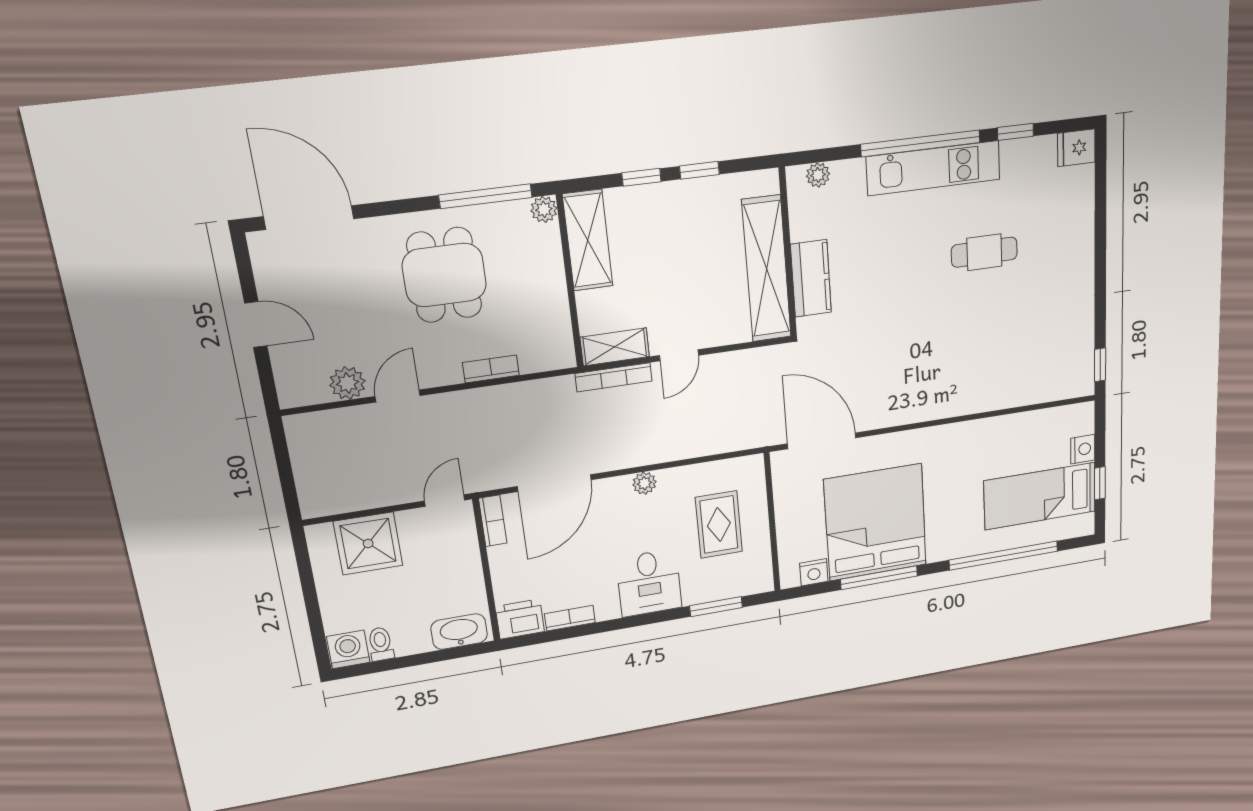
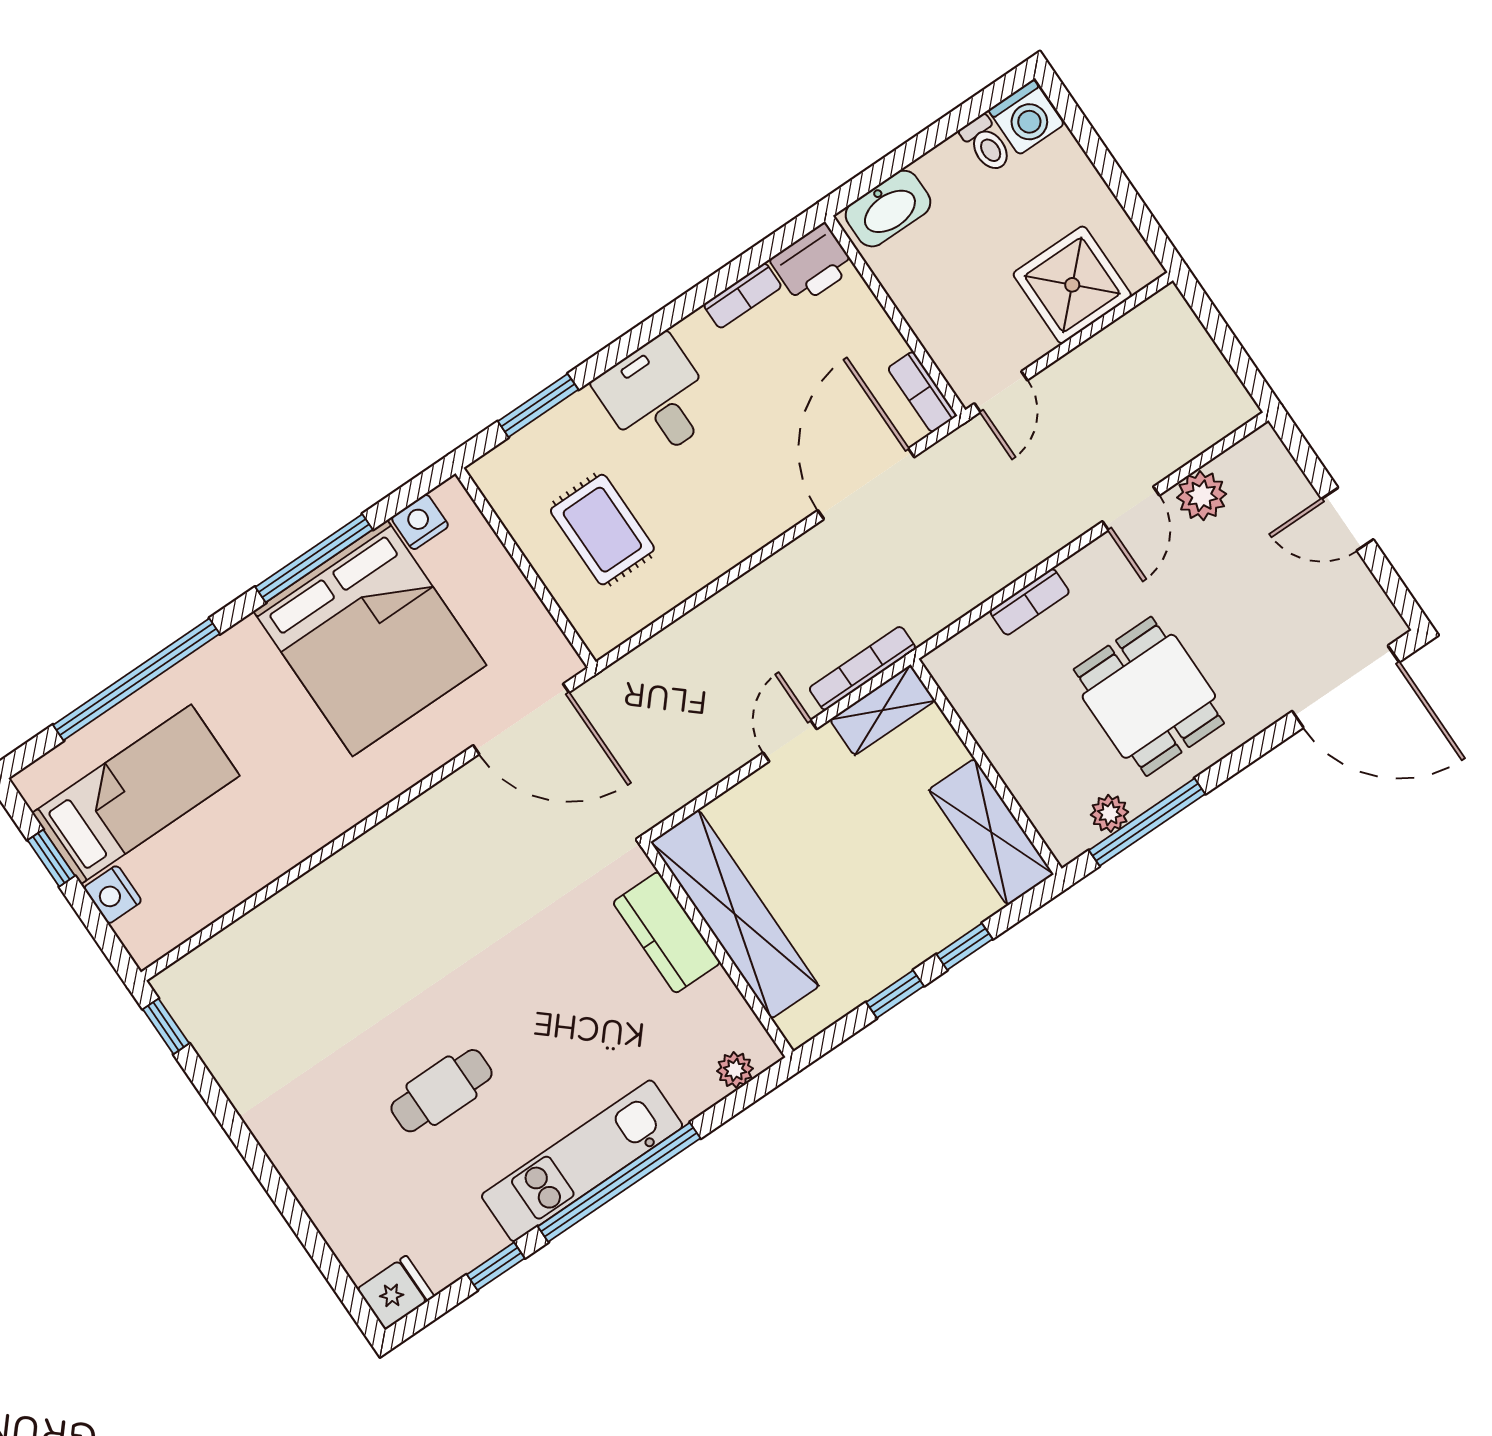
plant: (544, 209) -> (1110, 813), moved
plant: (644, 483) -> (741, 541), removed

